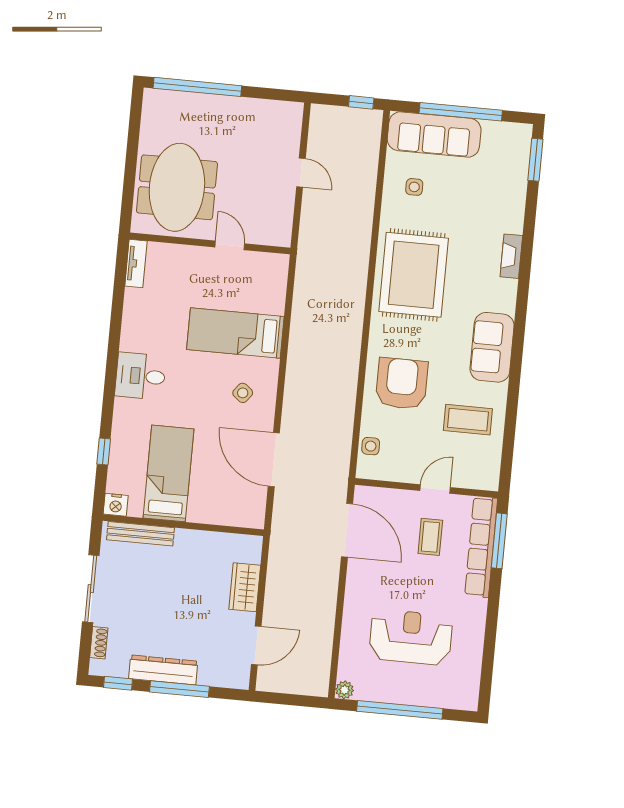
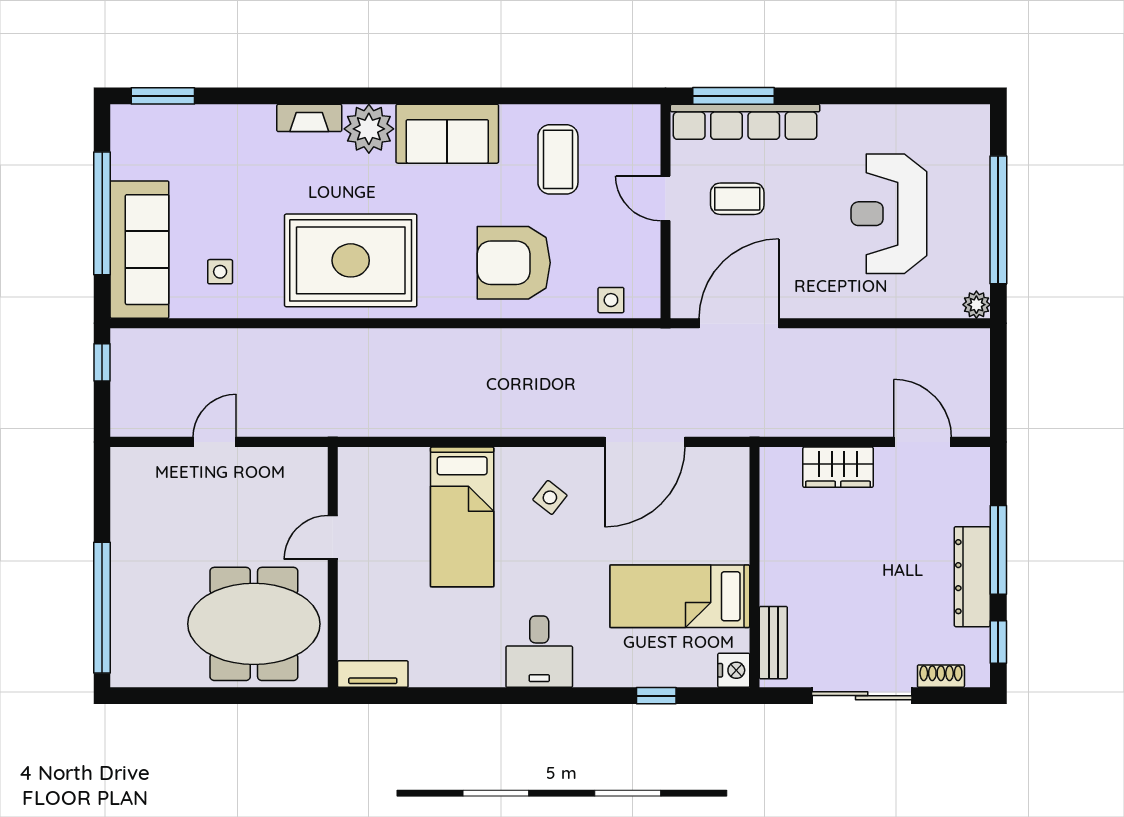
plant: (500, 295) -> (369, 129), added
bench: (140, 534) -> (773, 643), width x0.73

